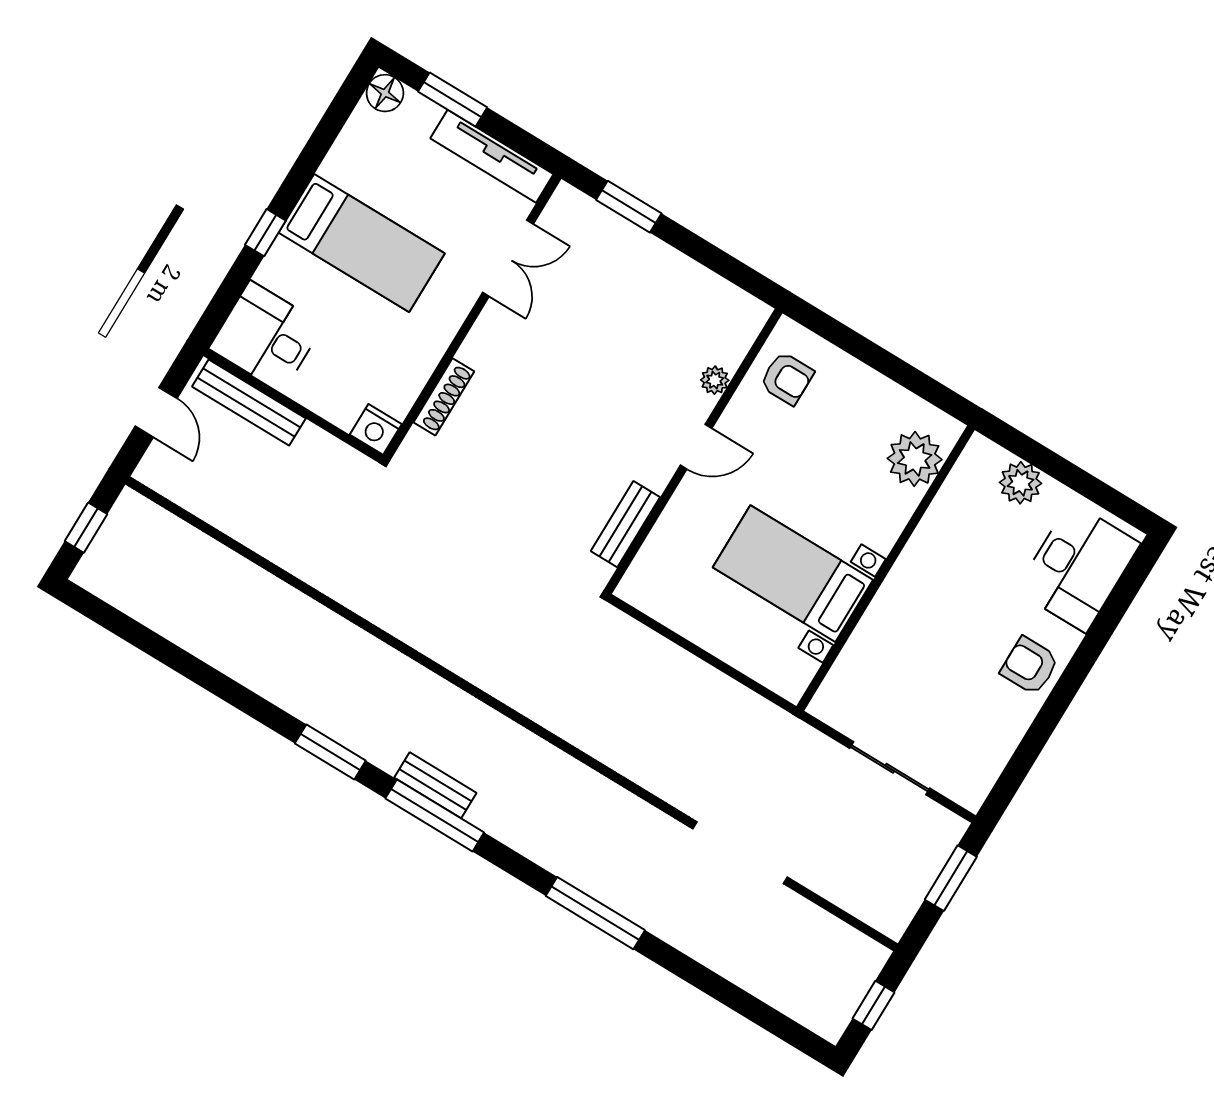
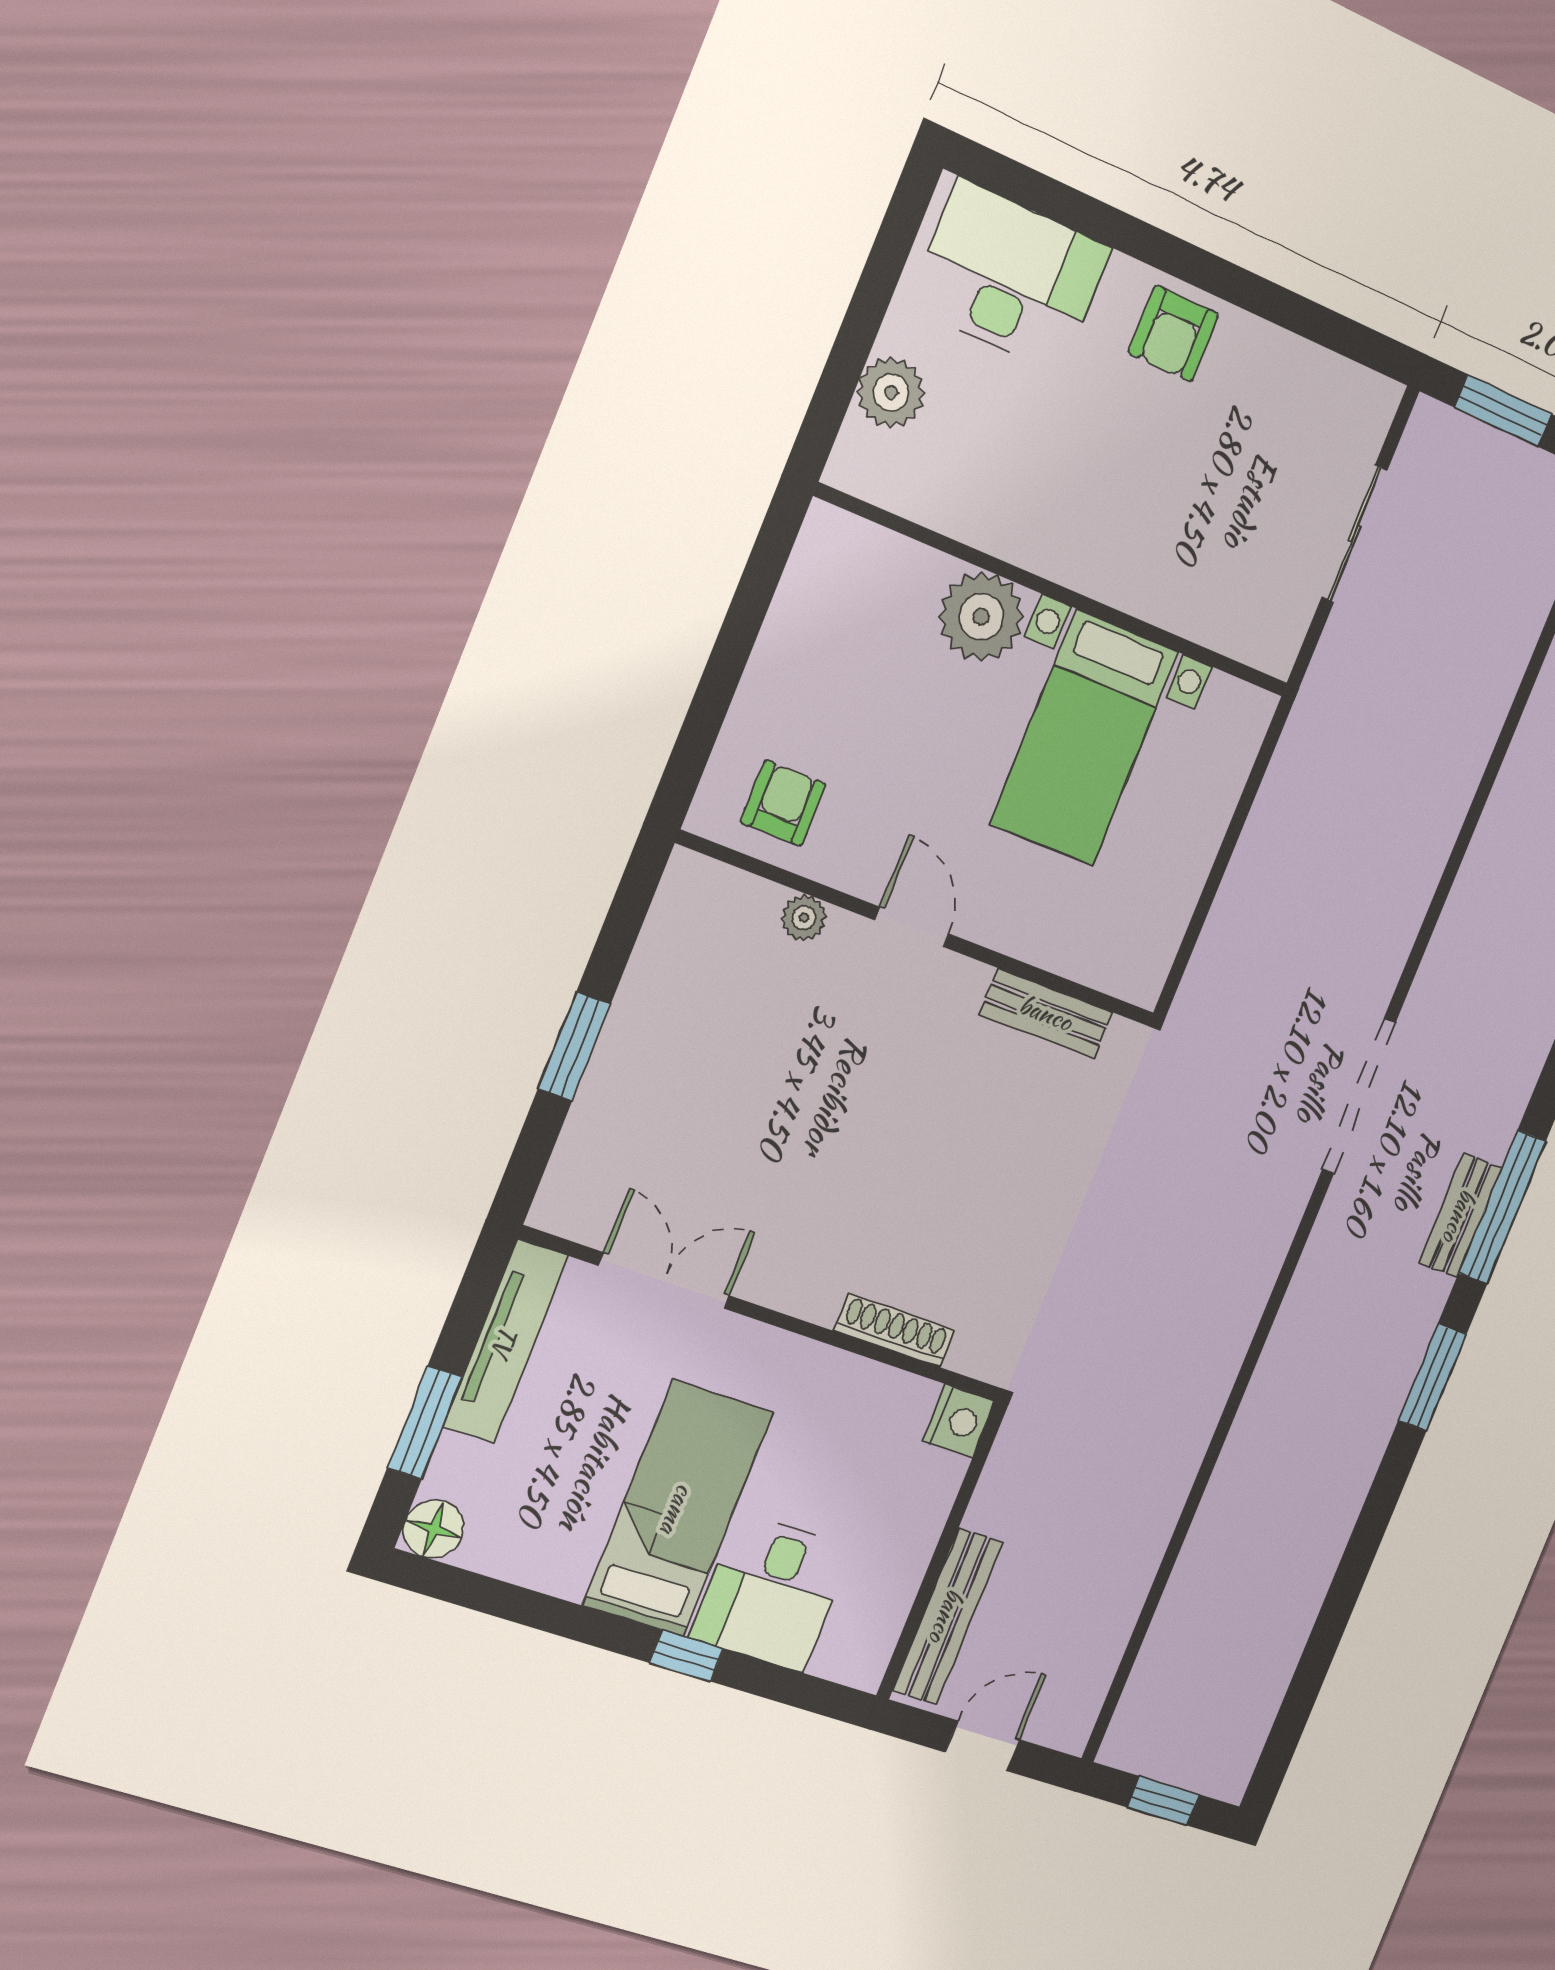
window: (629, 207) -> (574, 1046), moved
desk: (266, 337) -> (771, 1592), moved
plant: (915, 459) -> (981, 617), moved
doorway: (740, 853) -> (1359, 1096), moved

